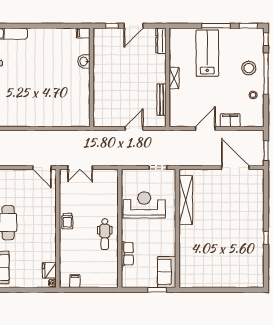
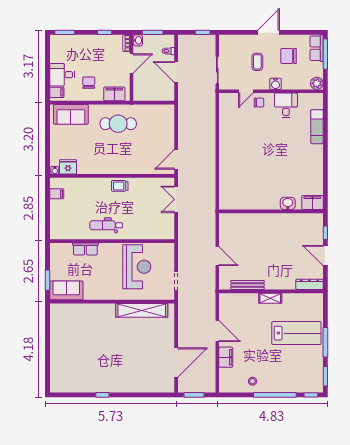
filing cabinet: (83, 33) -> (312, 203), width x2.00
stool: (249, 68) -> (281, 377), removed

